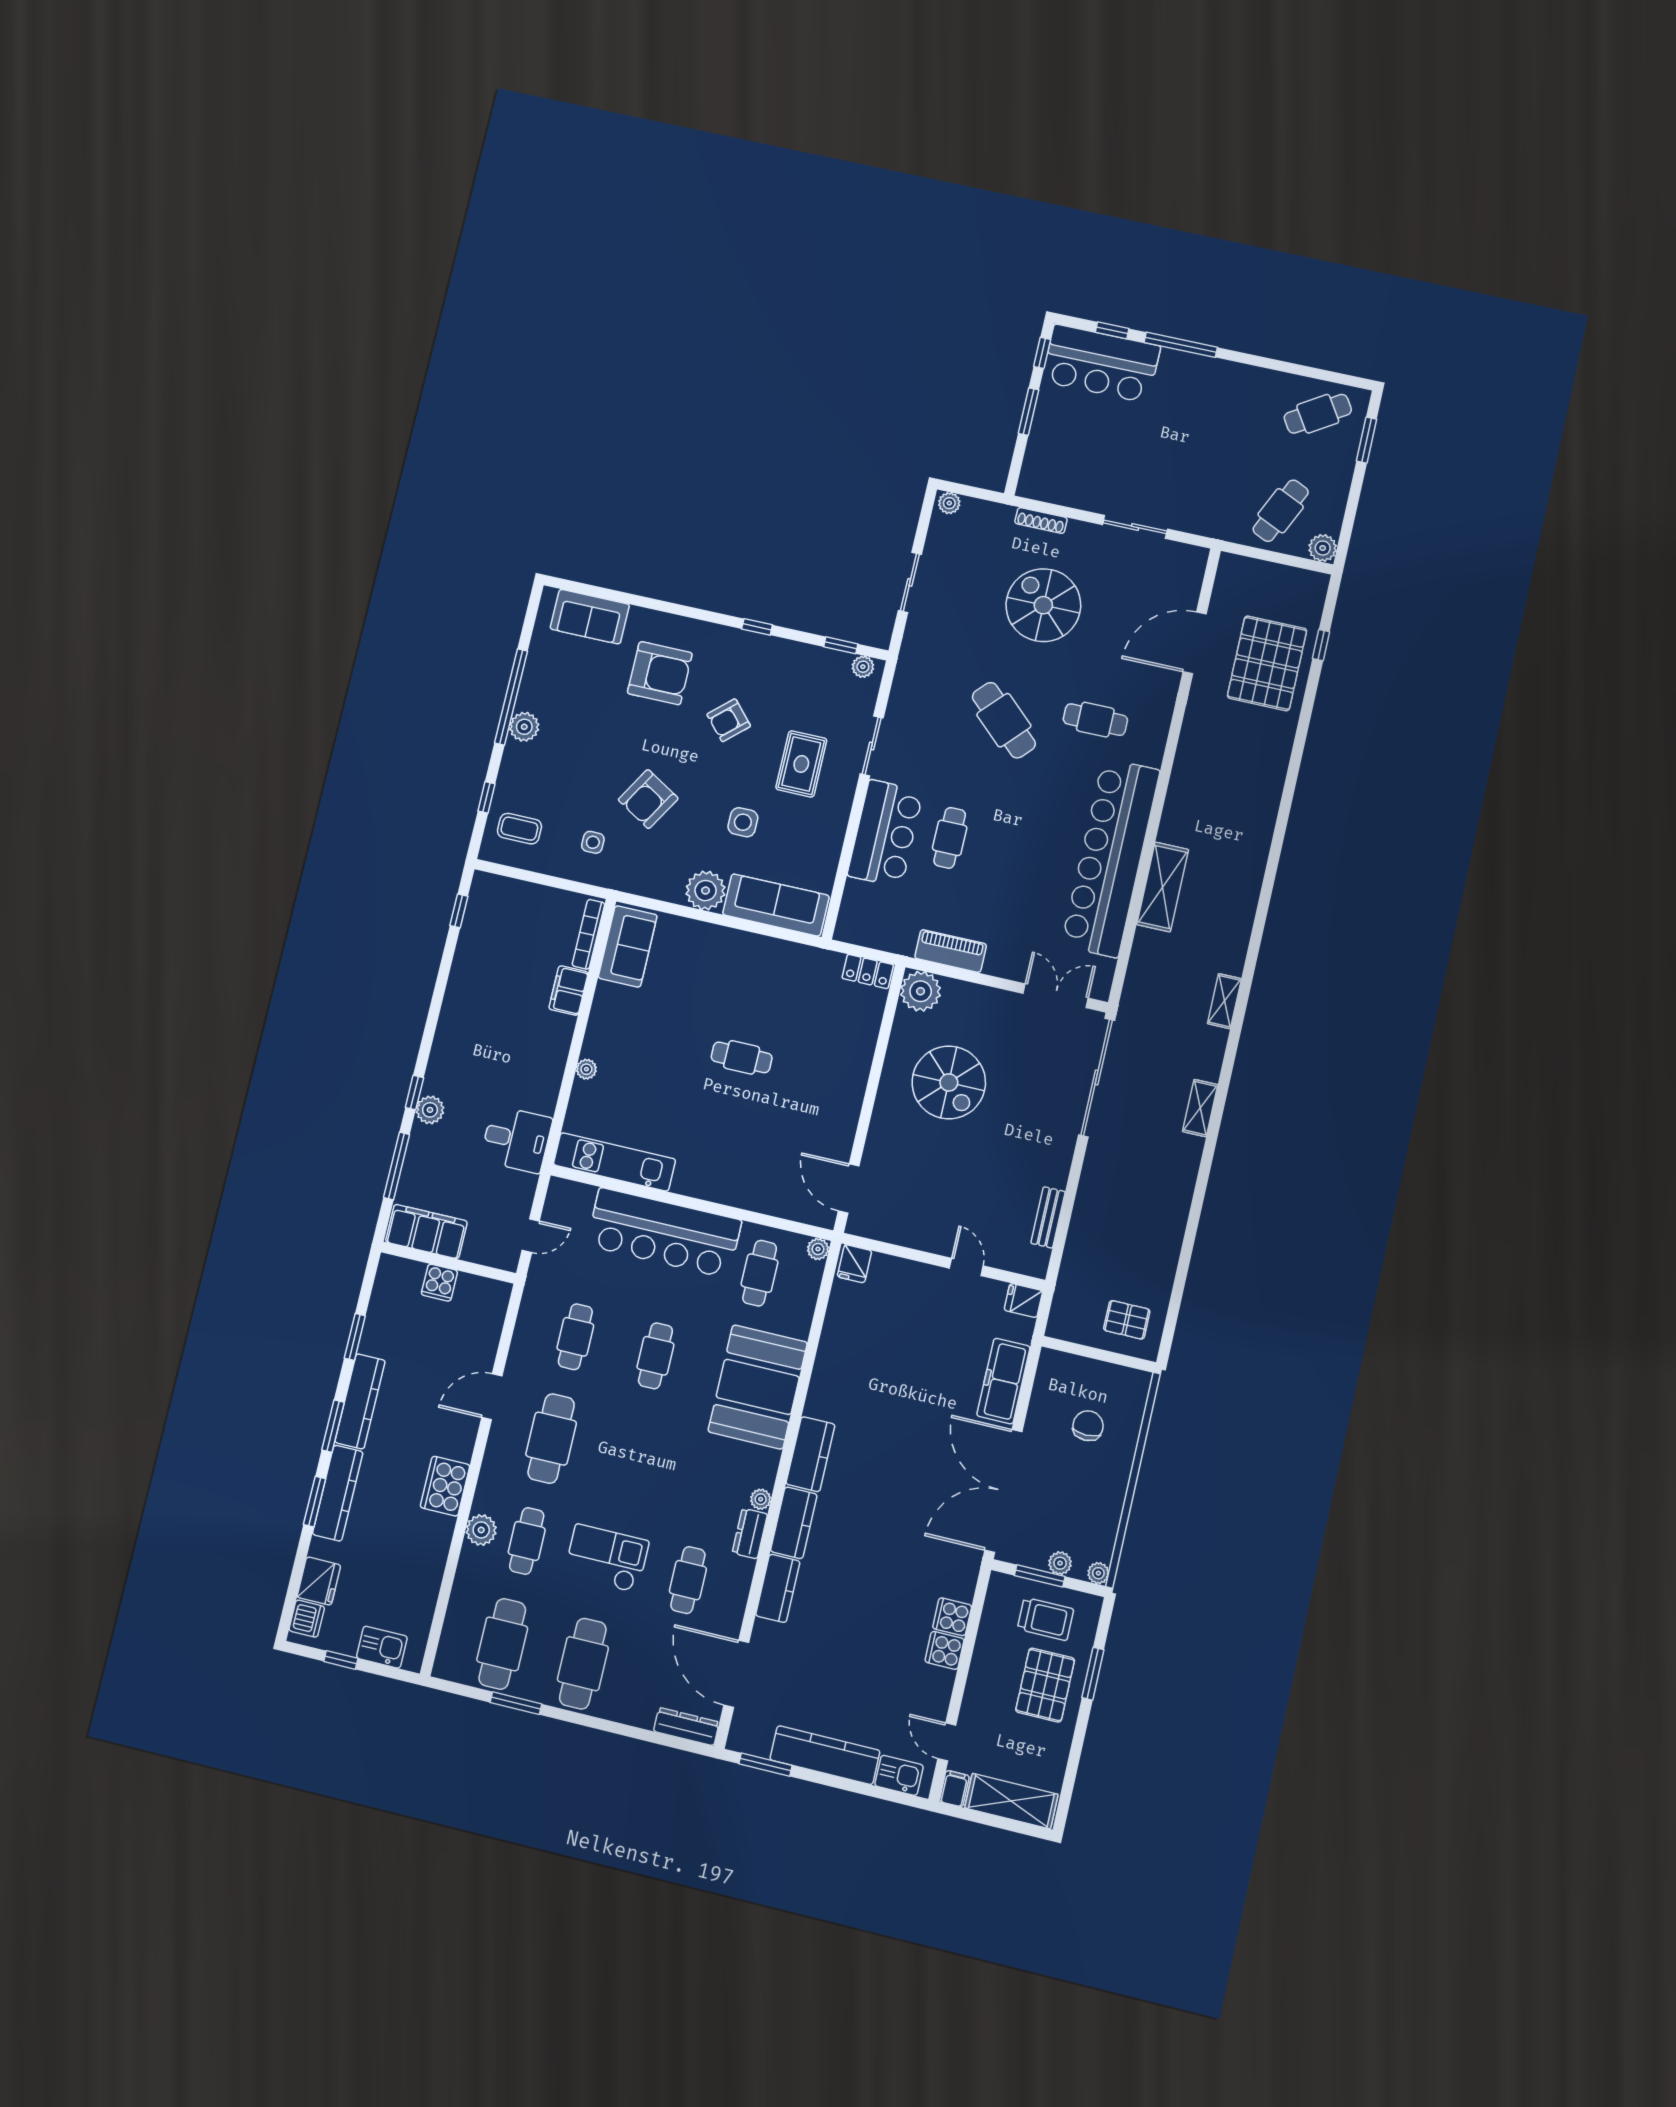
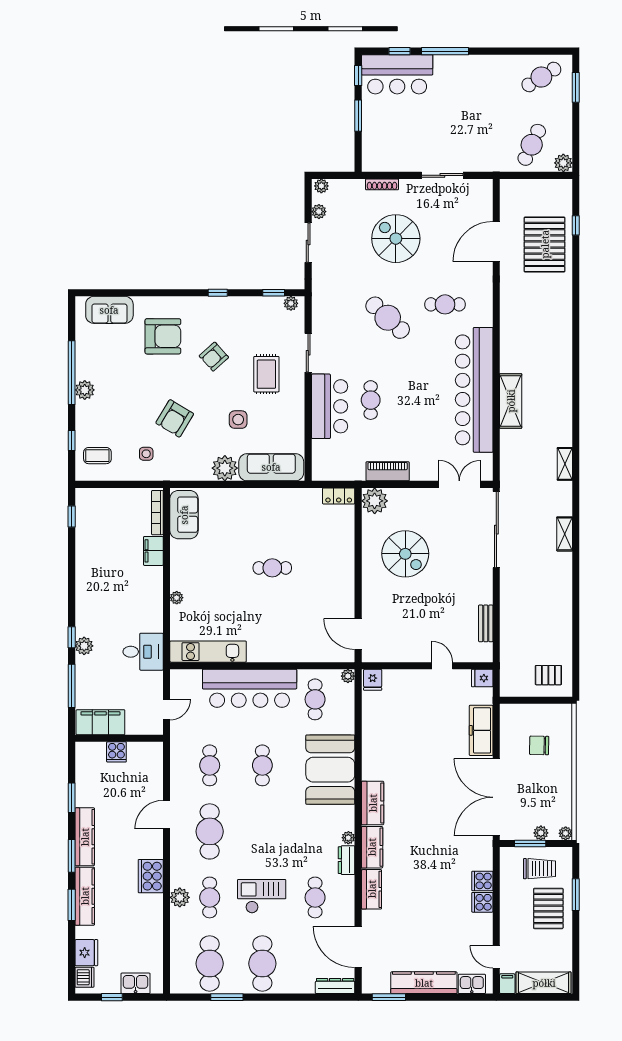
plant: (937, 540) -> (319, 212), added
chair: (1088, 1426) -> (539, 745), turned -89

